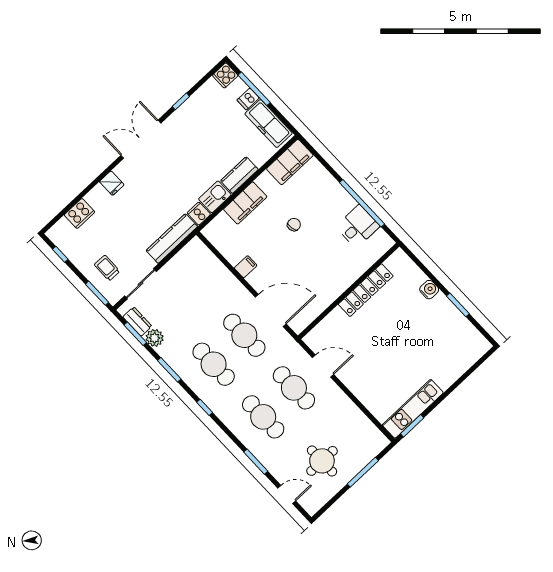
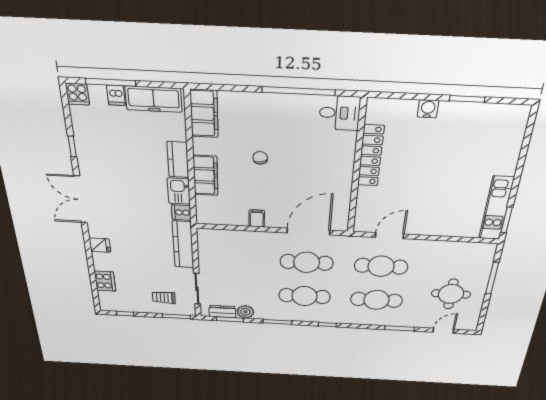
desk: (358, 226) -> (340, 113), moved, turned 90

